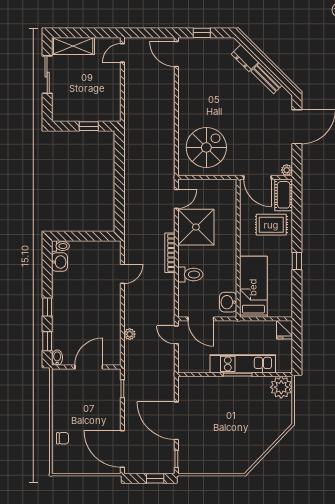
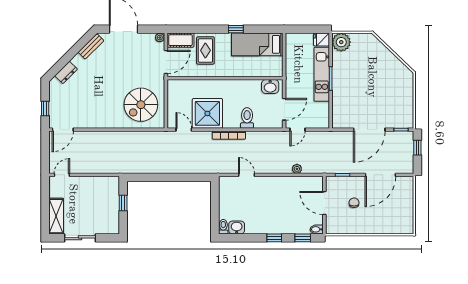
door: (122, 53) -> (62, 175), swing flipped
bench: (267, 78) -> (91, 46), moved
spiral stairs: (206, 147) -> (141, 105), turned -90
bed: (253, 287) -> (257, 44), moved
fridge: (284, 330) -> (322, 39), moved, turned 180
chair: (63, 438) -> (354, 203), moved
door: (122, 449) -> (380, 175), moved

